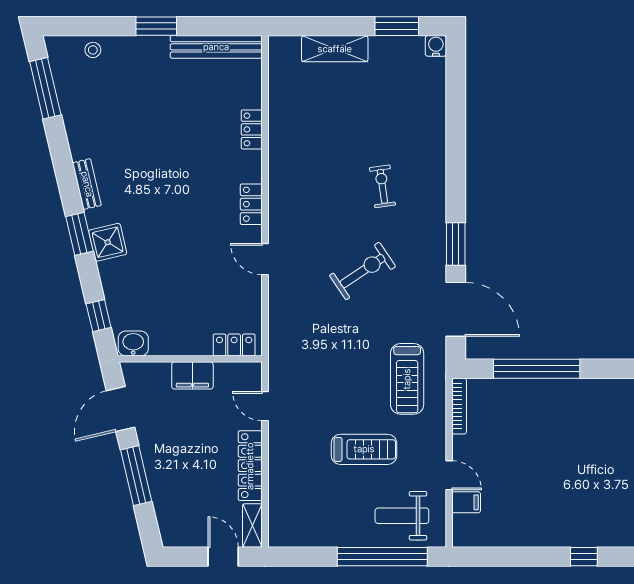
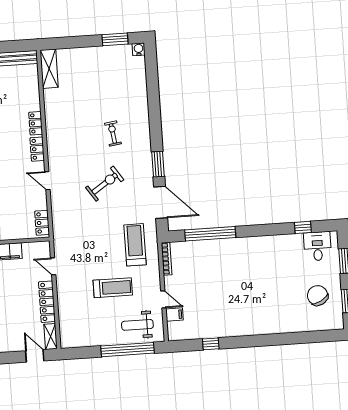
shelving: (335, 49) -> (49, 69), moved, turned 90
locker: (252, 129) -> (36, 123), moved
locker: (234, 345) -> (42, 223), moved, turned -90
treadmill: (407, 379) -> (135, 245), turned 180
window: (584, 557) -> (211, 344), moved

